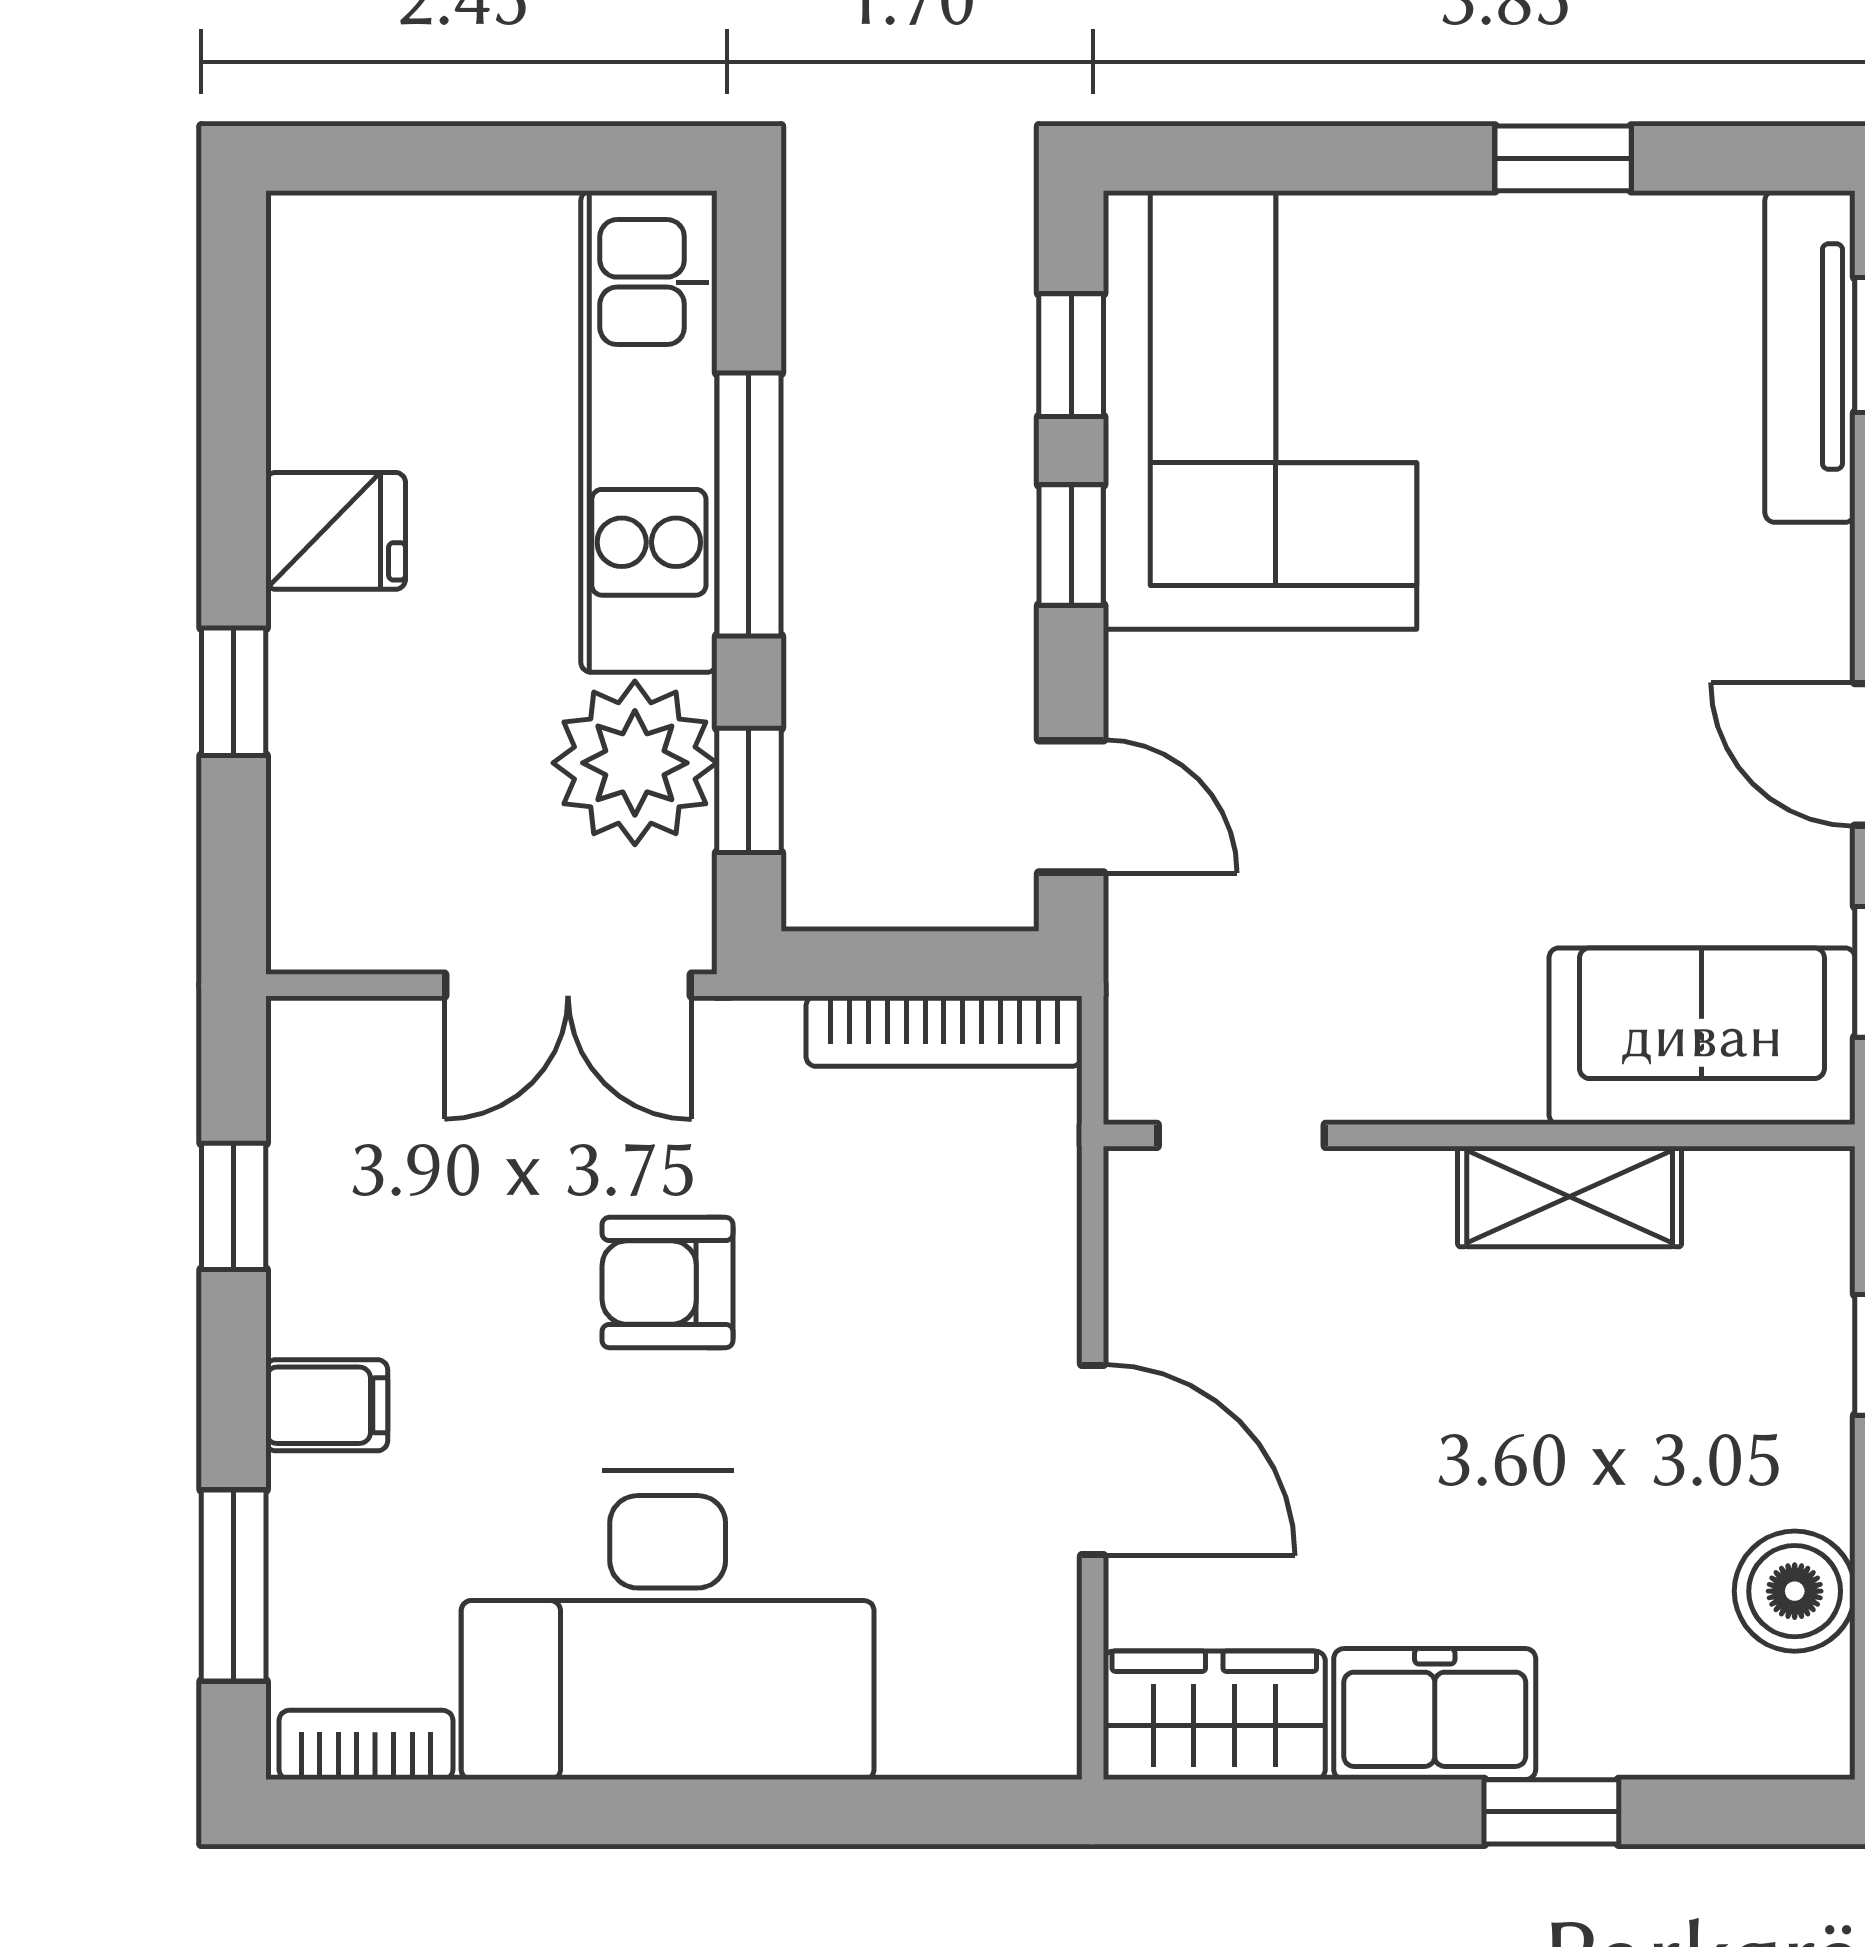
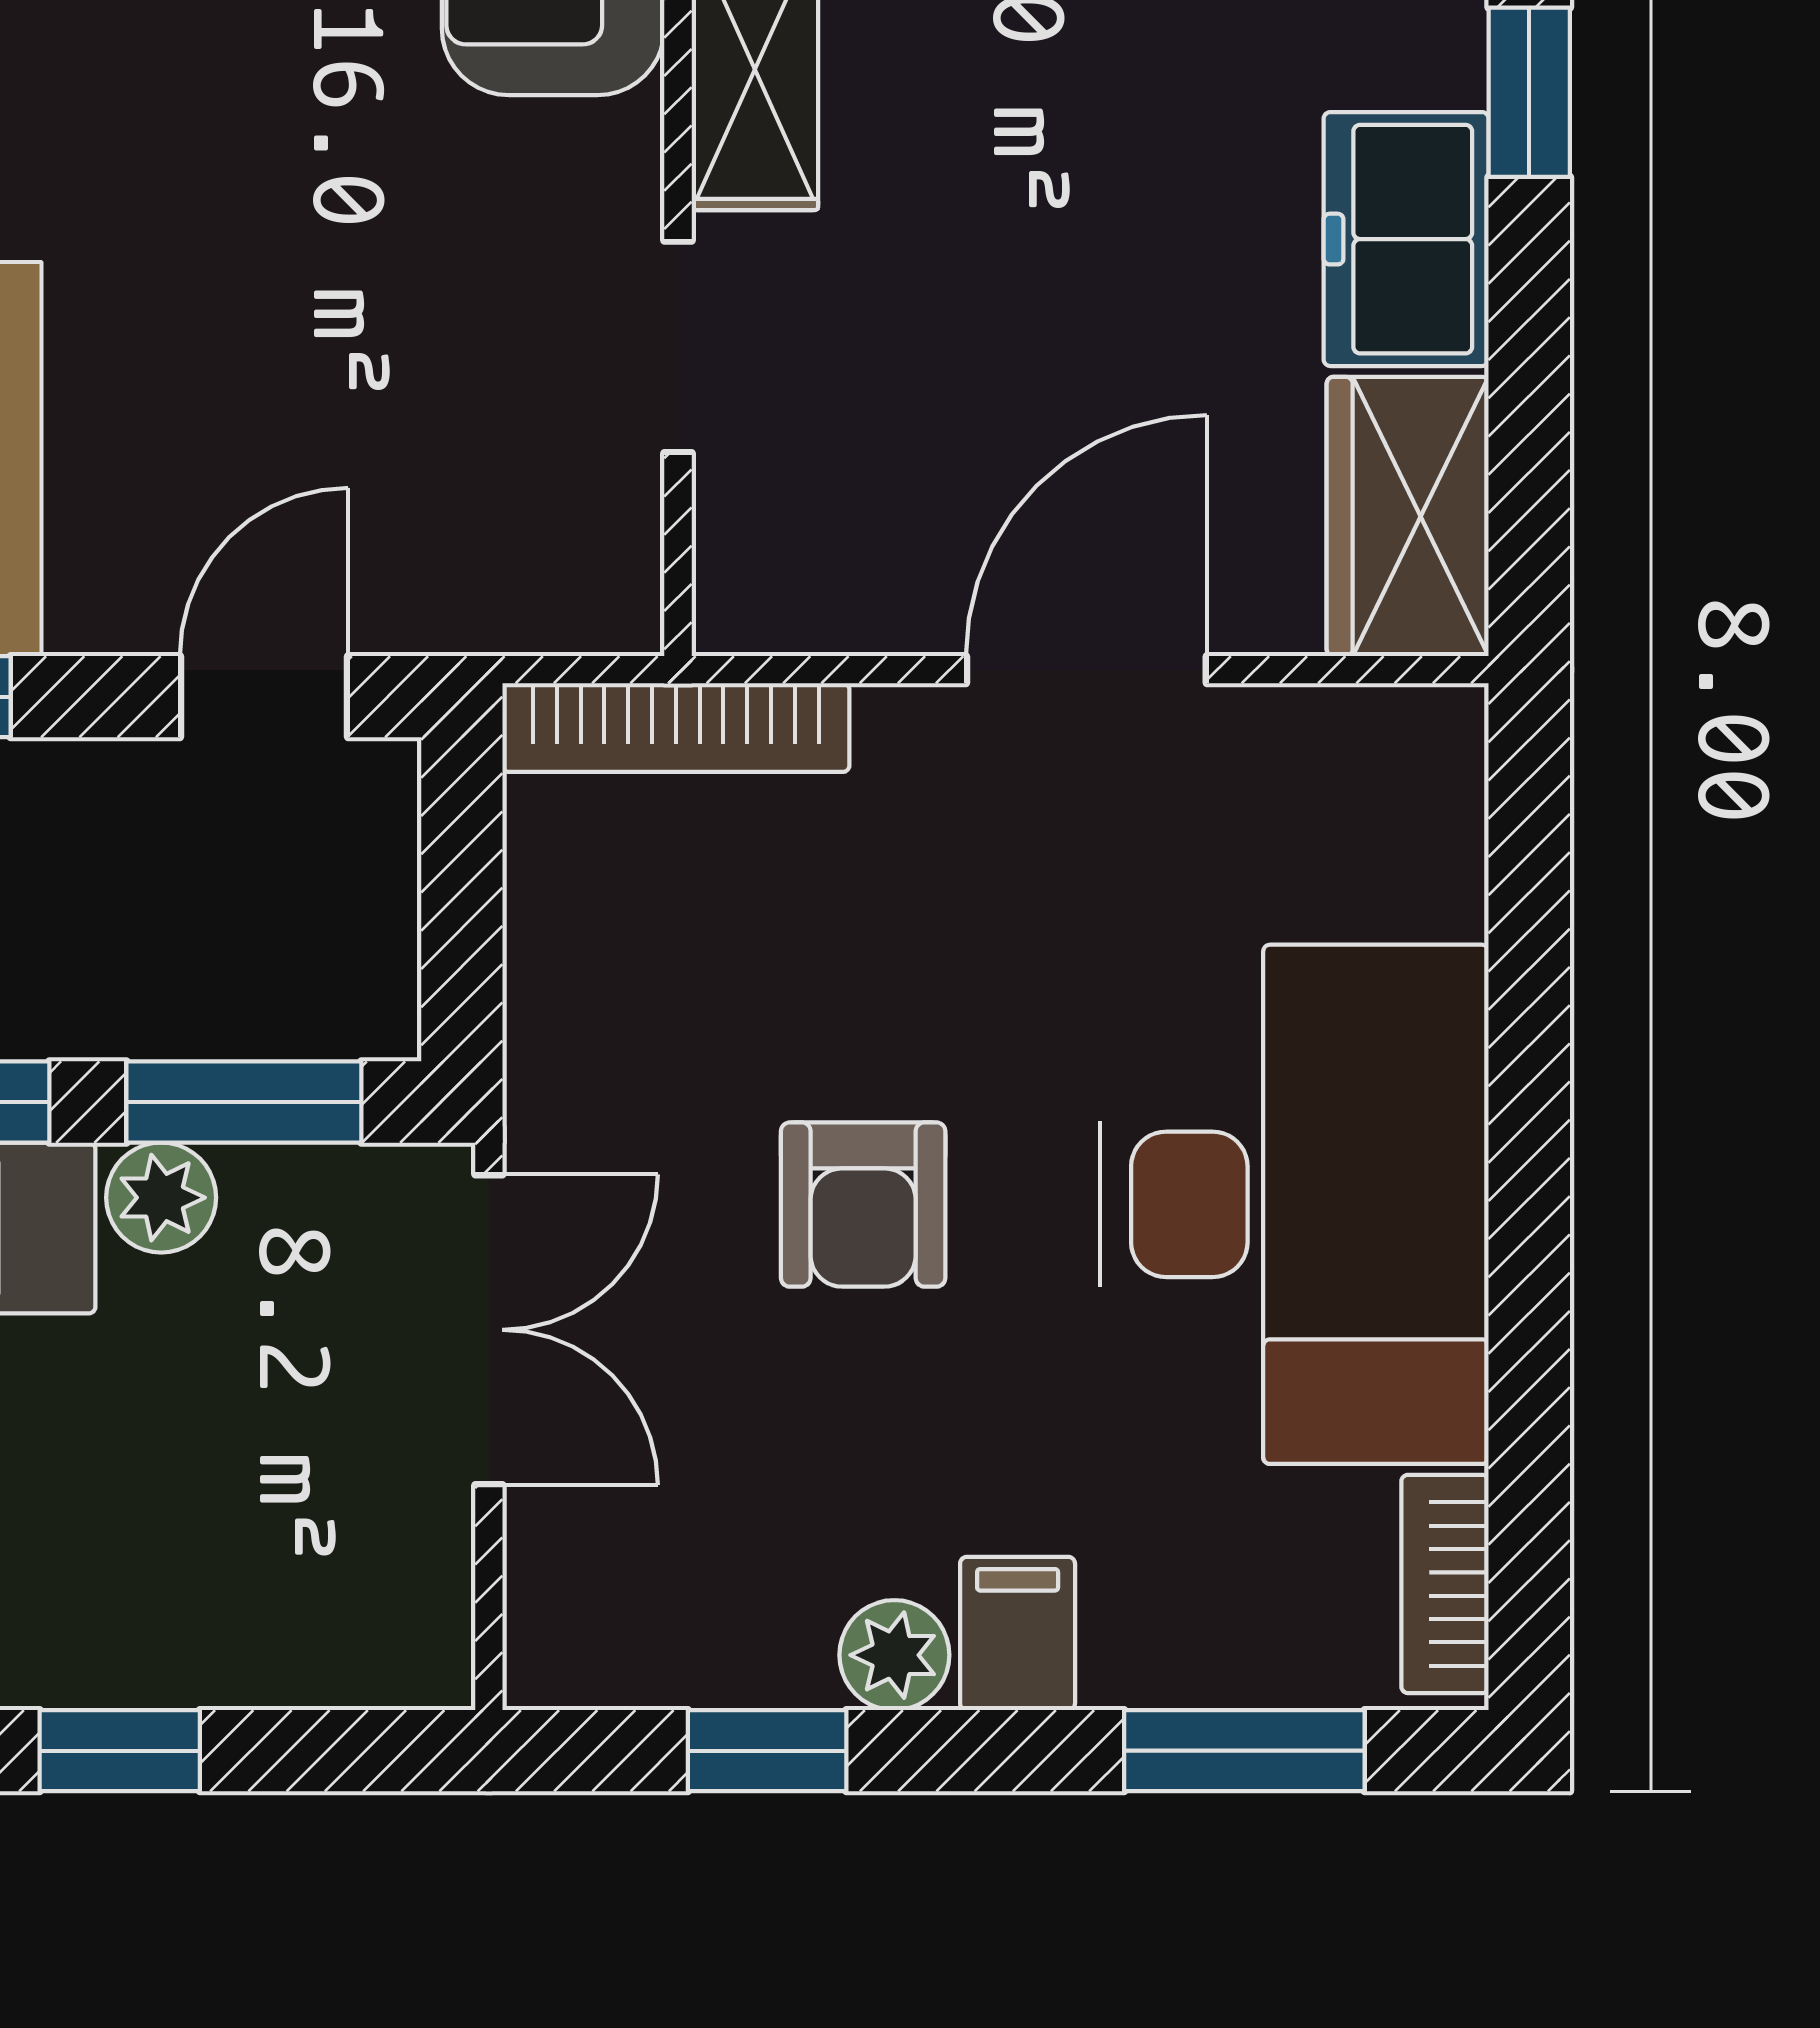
plant: (635, 763) -> (161, 1198), width x0.53, depth x0.53
window: (749, 790) -> (244, 1102), width x1.50
bookcase: (944, 1031) -> (676, 728), moved, turned 90
doorway: (1241, 1135) -> (678, 347), moved
plant: (309, 1307) -> (894, 1655), added

